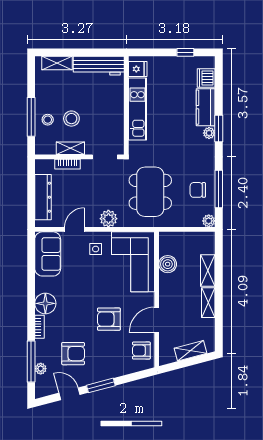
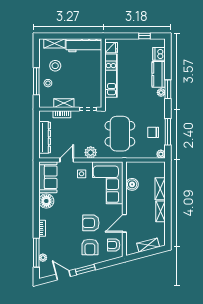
stool: (71, 119) -> (55, 66), moved
floor lamp: (45, 303) -> (46, 201), moved
armchair: (73, 354) -> (90, 247), moved, turned 90

